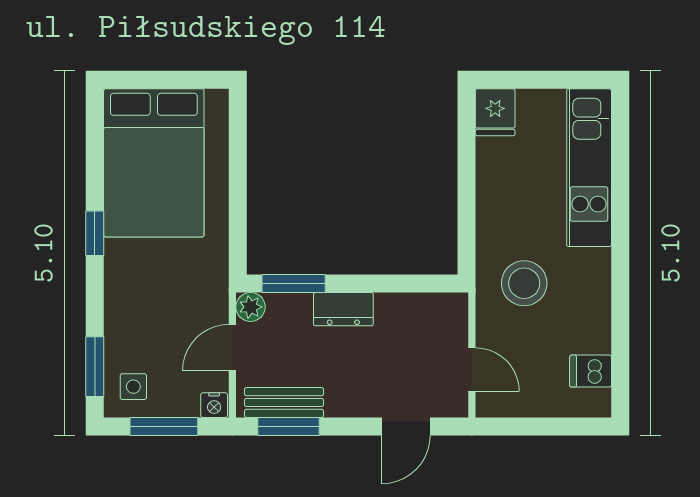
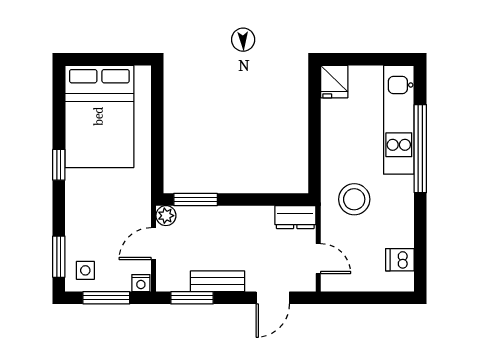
window: (620, 210) -> (420, 149), added
dresser: (343, 309) -> (295, 217), moved
bench: (284, 402) -> (218, 281), moved

